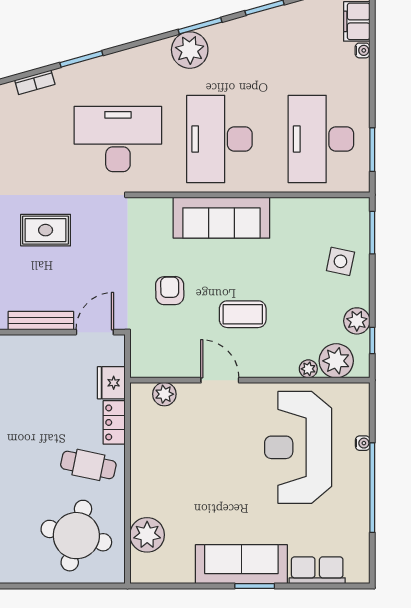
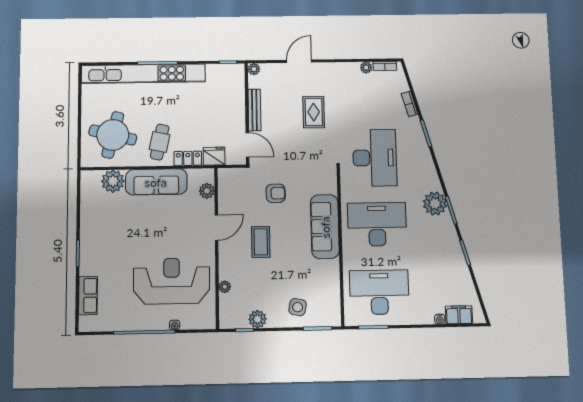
plant: (336, 361) -> (230, 306), removed
sofa: (241, 564) -> (156, 182), moved, turned 90

